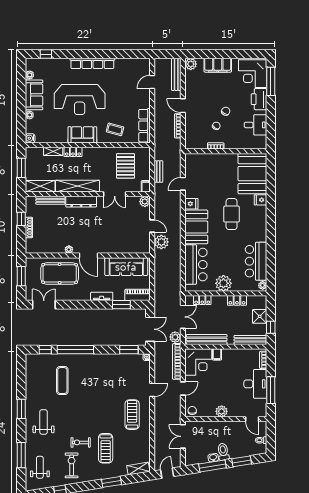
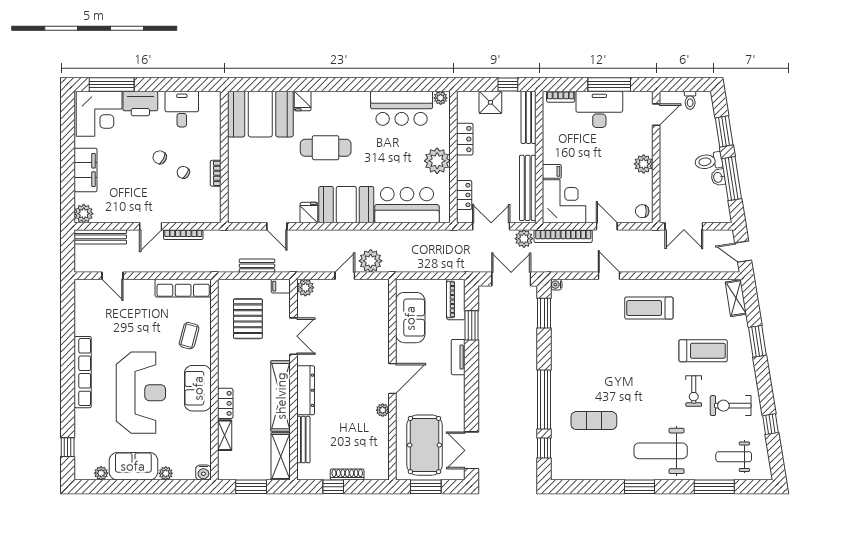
pallet: (126, 166) -> (248, 319), turned 90
sofa: (126, 267) -> (410, 318), width x0.73
pool table: (60, 273) -> (424, 445), moved
weight bench: (44, 422) -> (661, 451), width x1.36, depth x1.33

